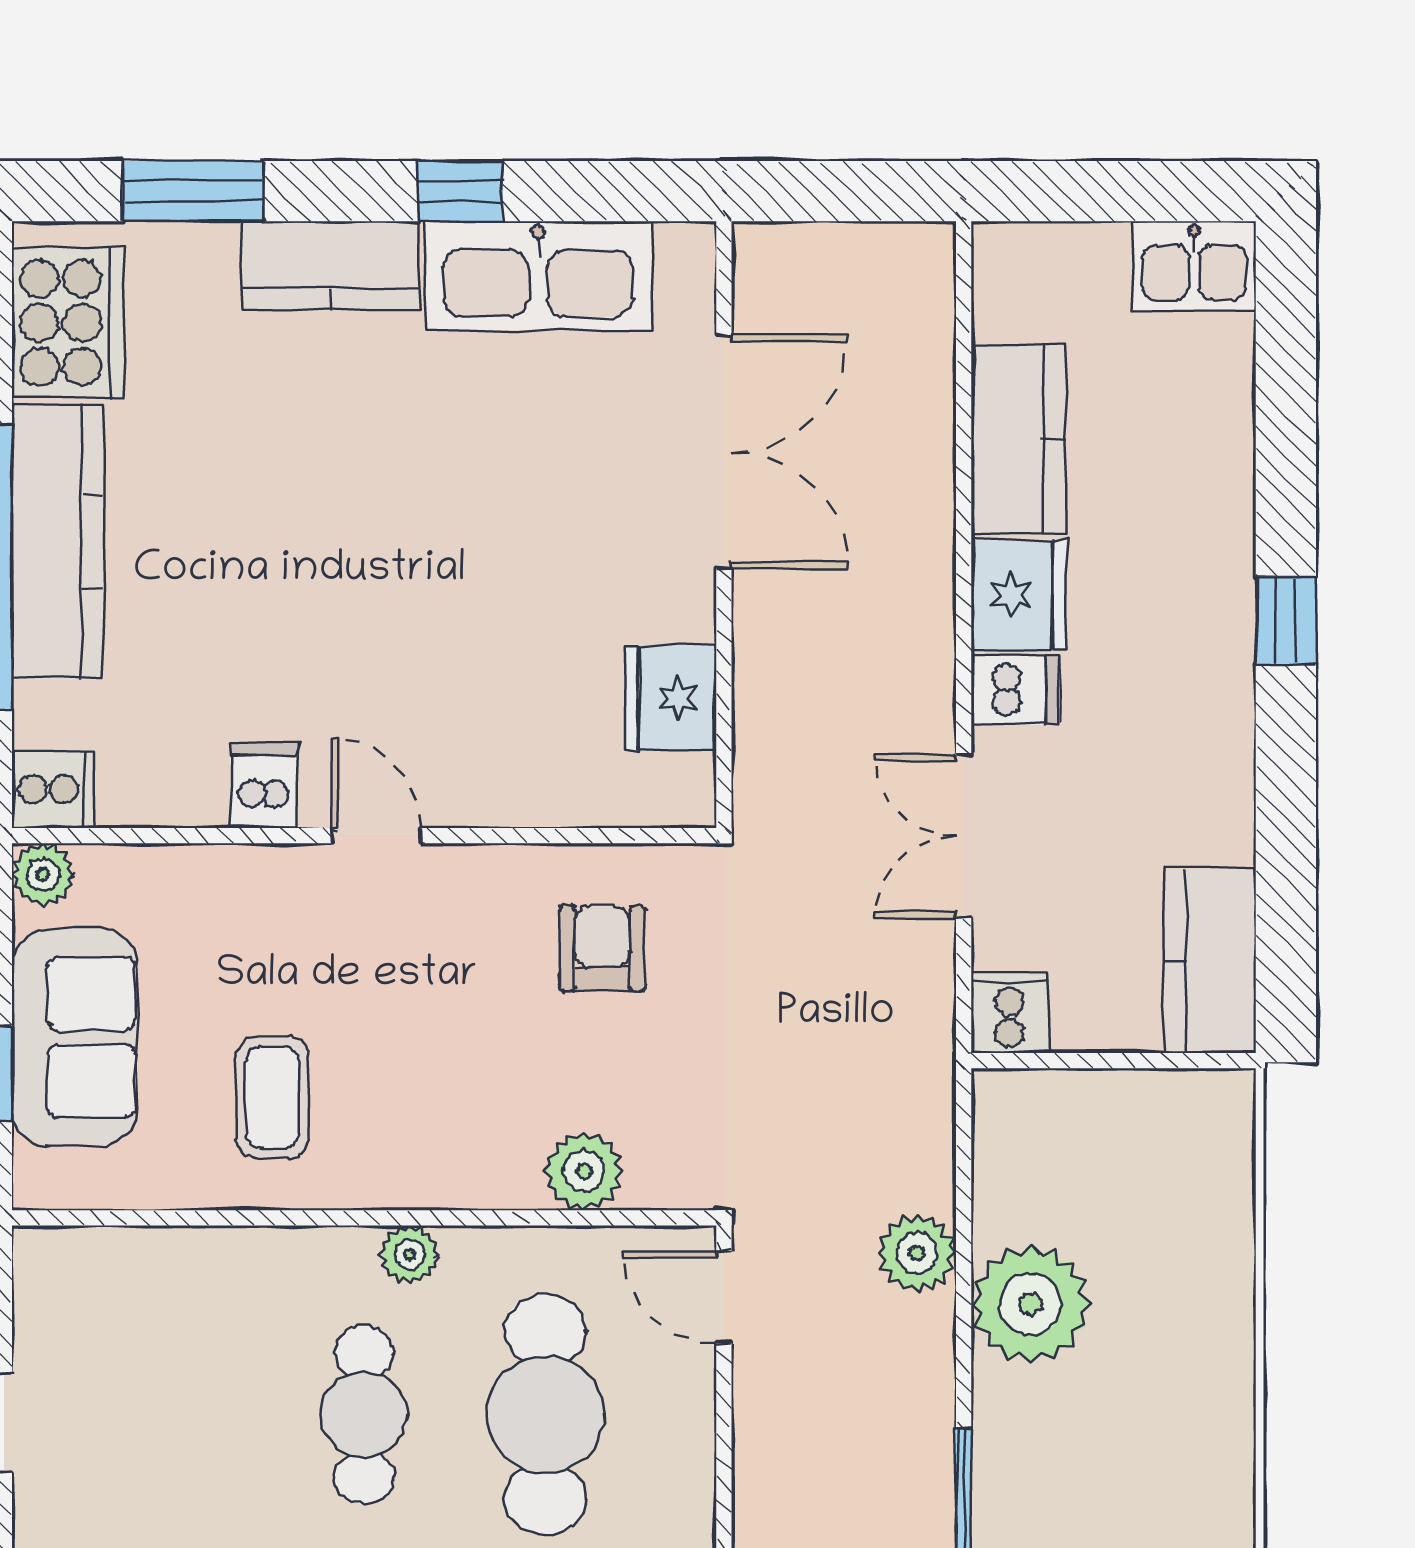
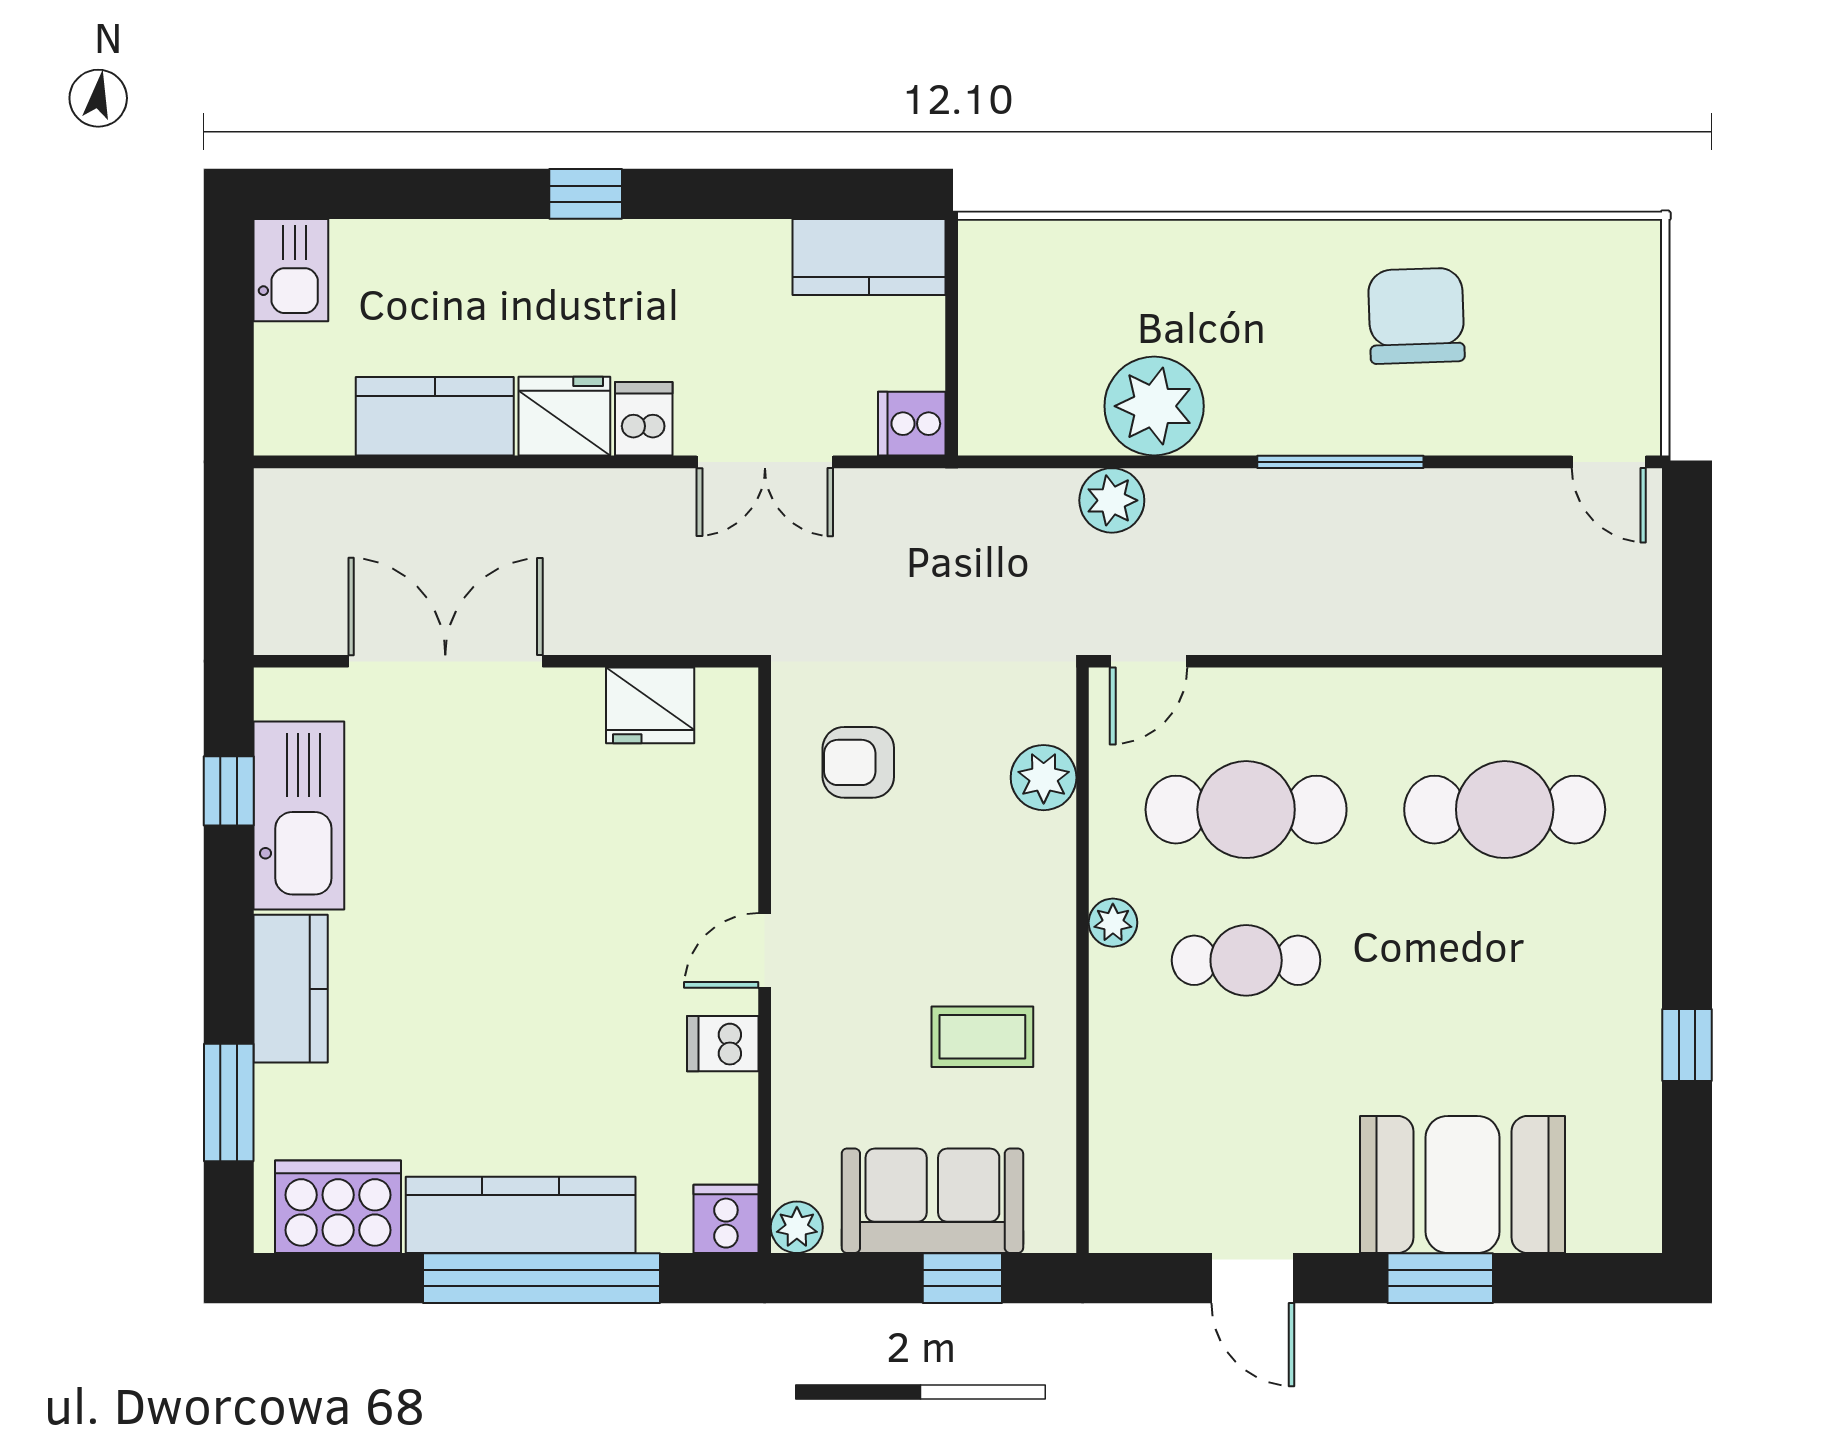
window: (460, 191) -> (229, 791), moved

